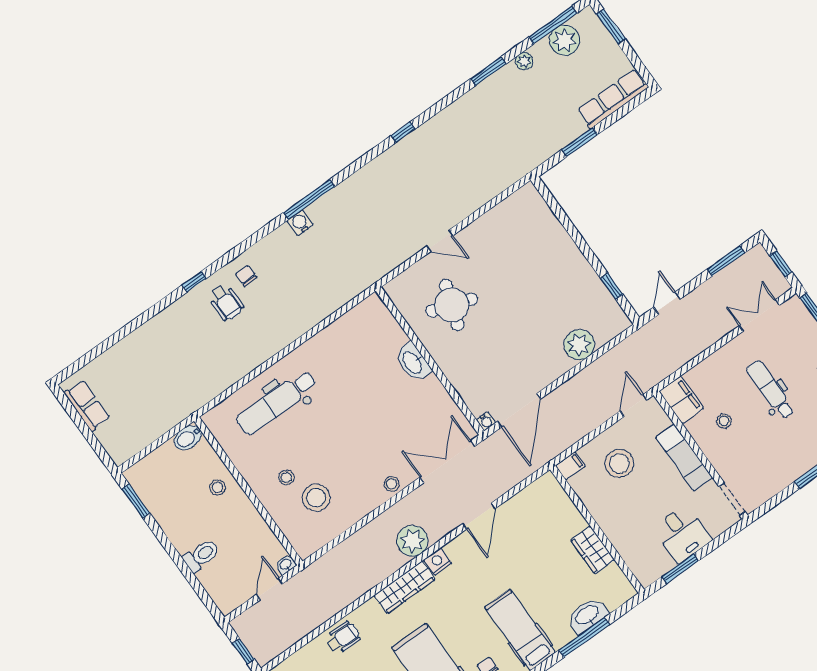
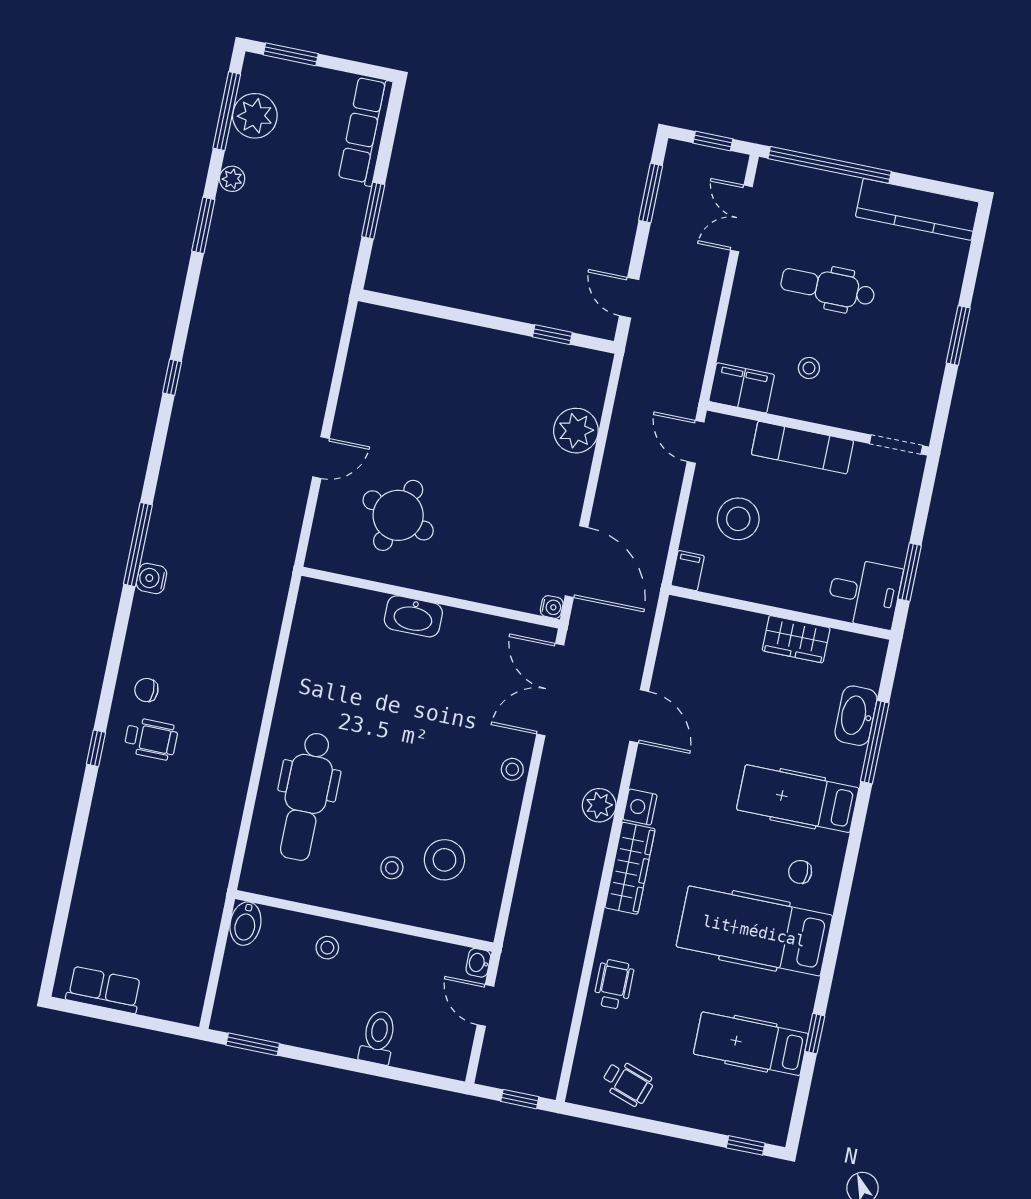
desk: (682, 534) -> (864, 593), moved
plant: (412, 541) -> (599, 805), width x0.73, depth x0.73

